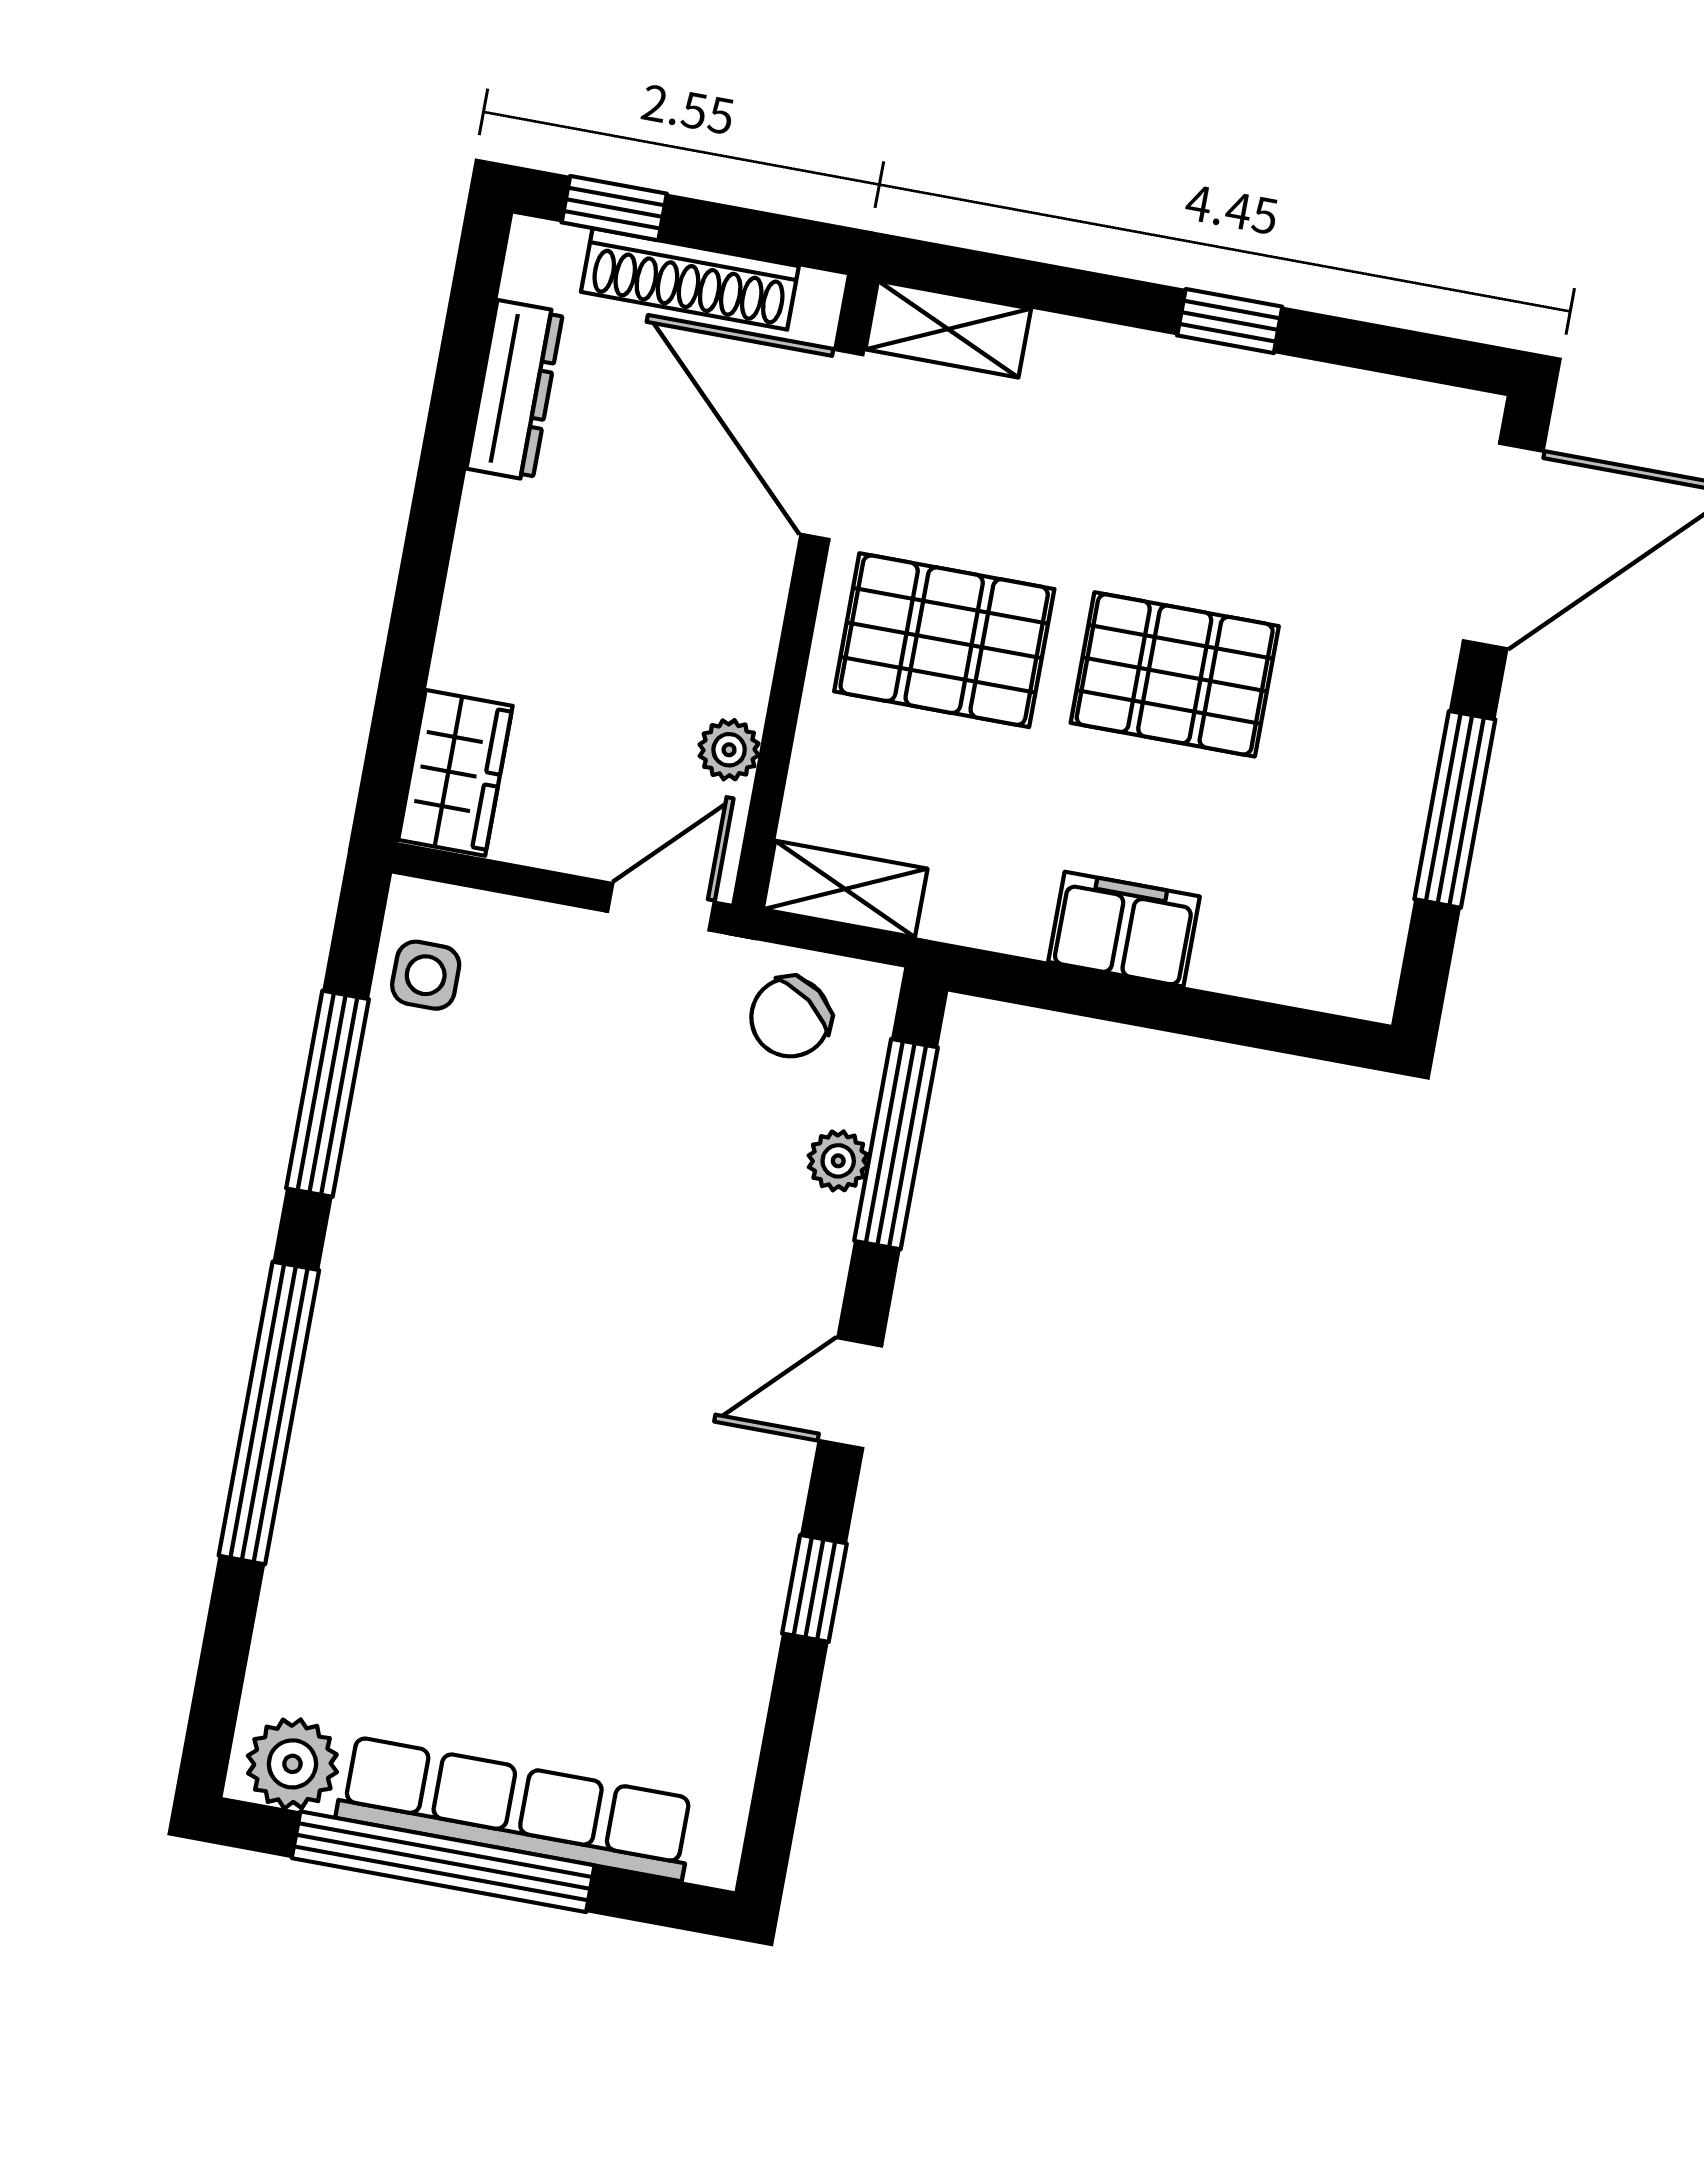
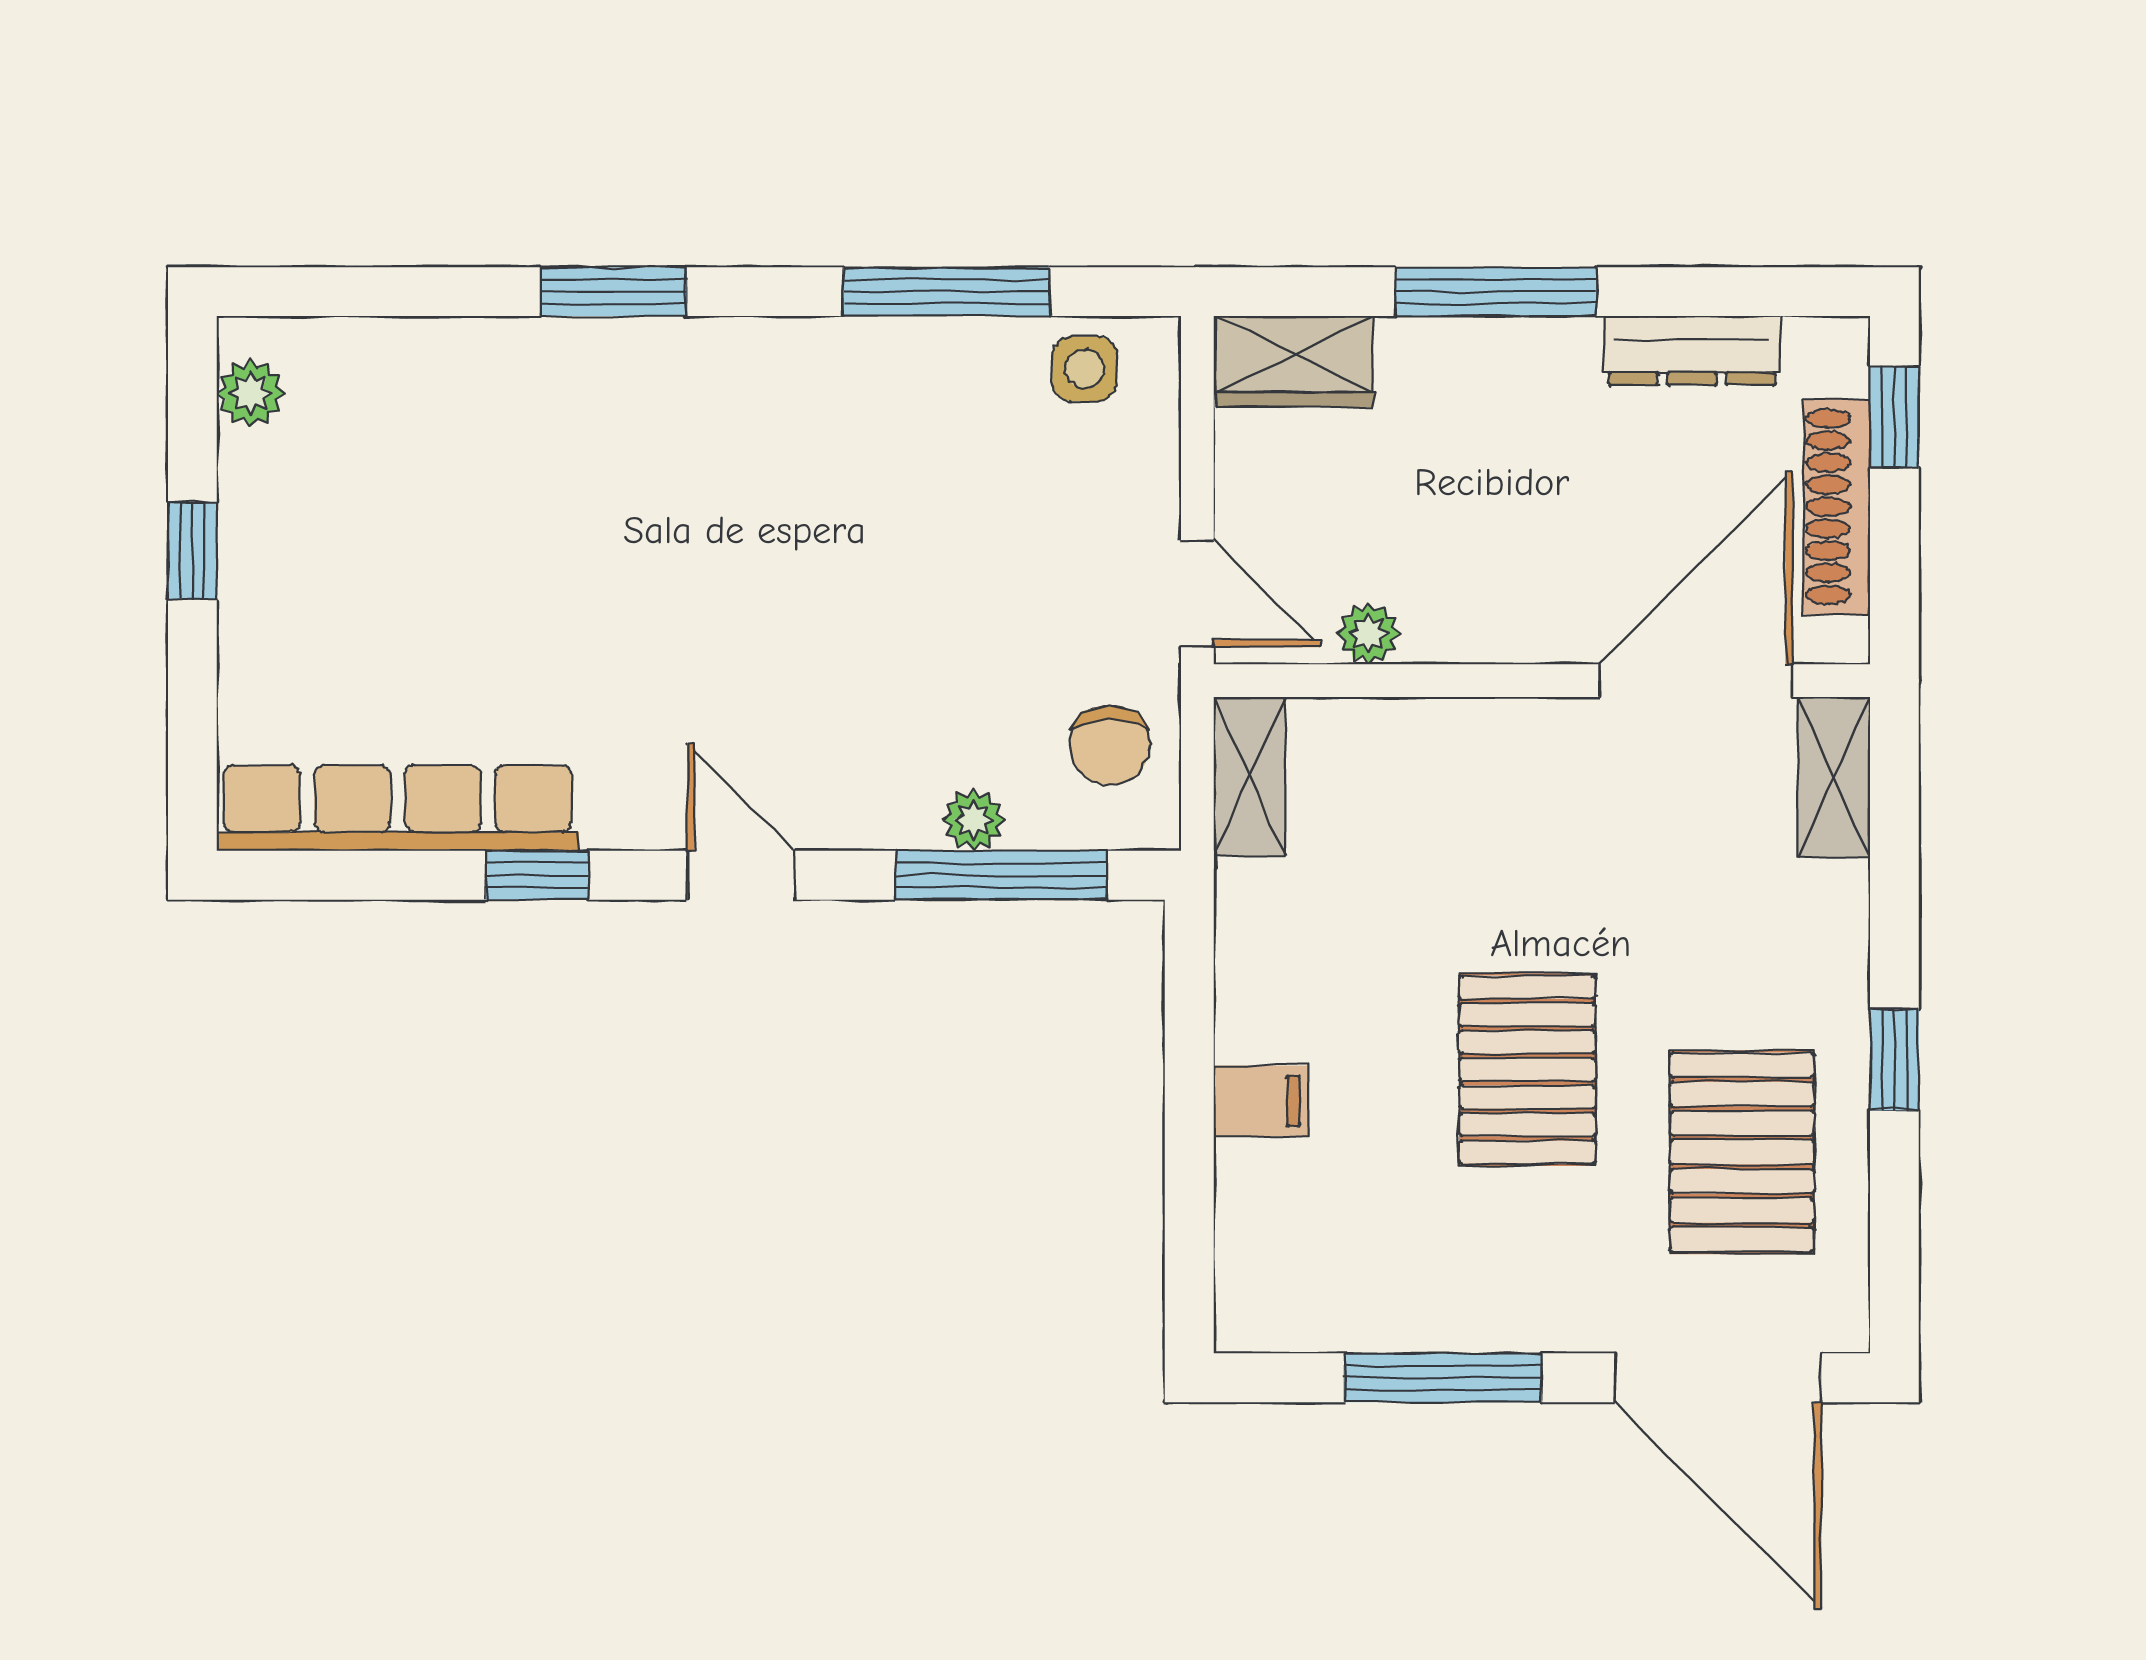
window: (424, 568) -> (1496, 292), added
pallet: (944, 640) -> (1742, 1152), moved
filing cabinet: (1124, 929) -> (1261, 1101), width x0.50
chair: (790, 1017) -> (1110, 745), turned -127
window: (269, 1413) -> (613, 292), width x0.47
plant: (292, 1764) -> (251, 393), width x0.73, depth x0.73
row of seats: (516, 1809) -> (398, 808), moved, turned -90
window: (443, 1862) -> (192, 551), width x0.32

